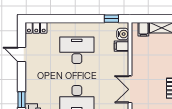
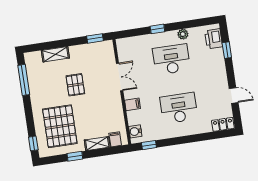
filing cabinet: (121, 46) -> (132, 104), moved
desk: (77, 50) -> (179, 108), turned 180

